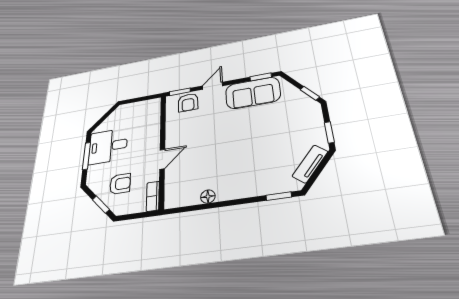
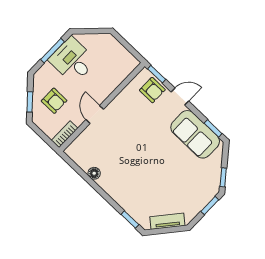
armchair: (188, 103) -> (152, 90), turned -90
window: (329, 132) -> (210, 206), moved
door: (162, 159) -> (95, 114), swing flipped

